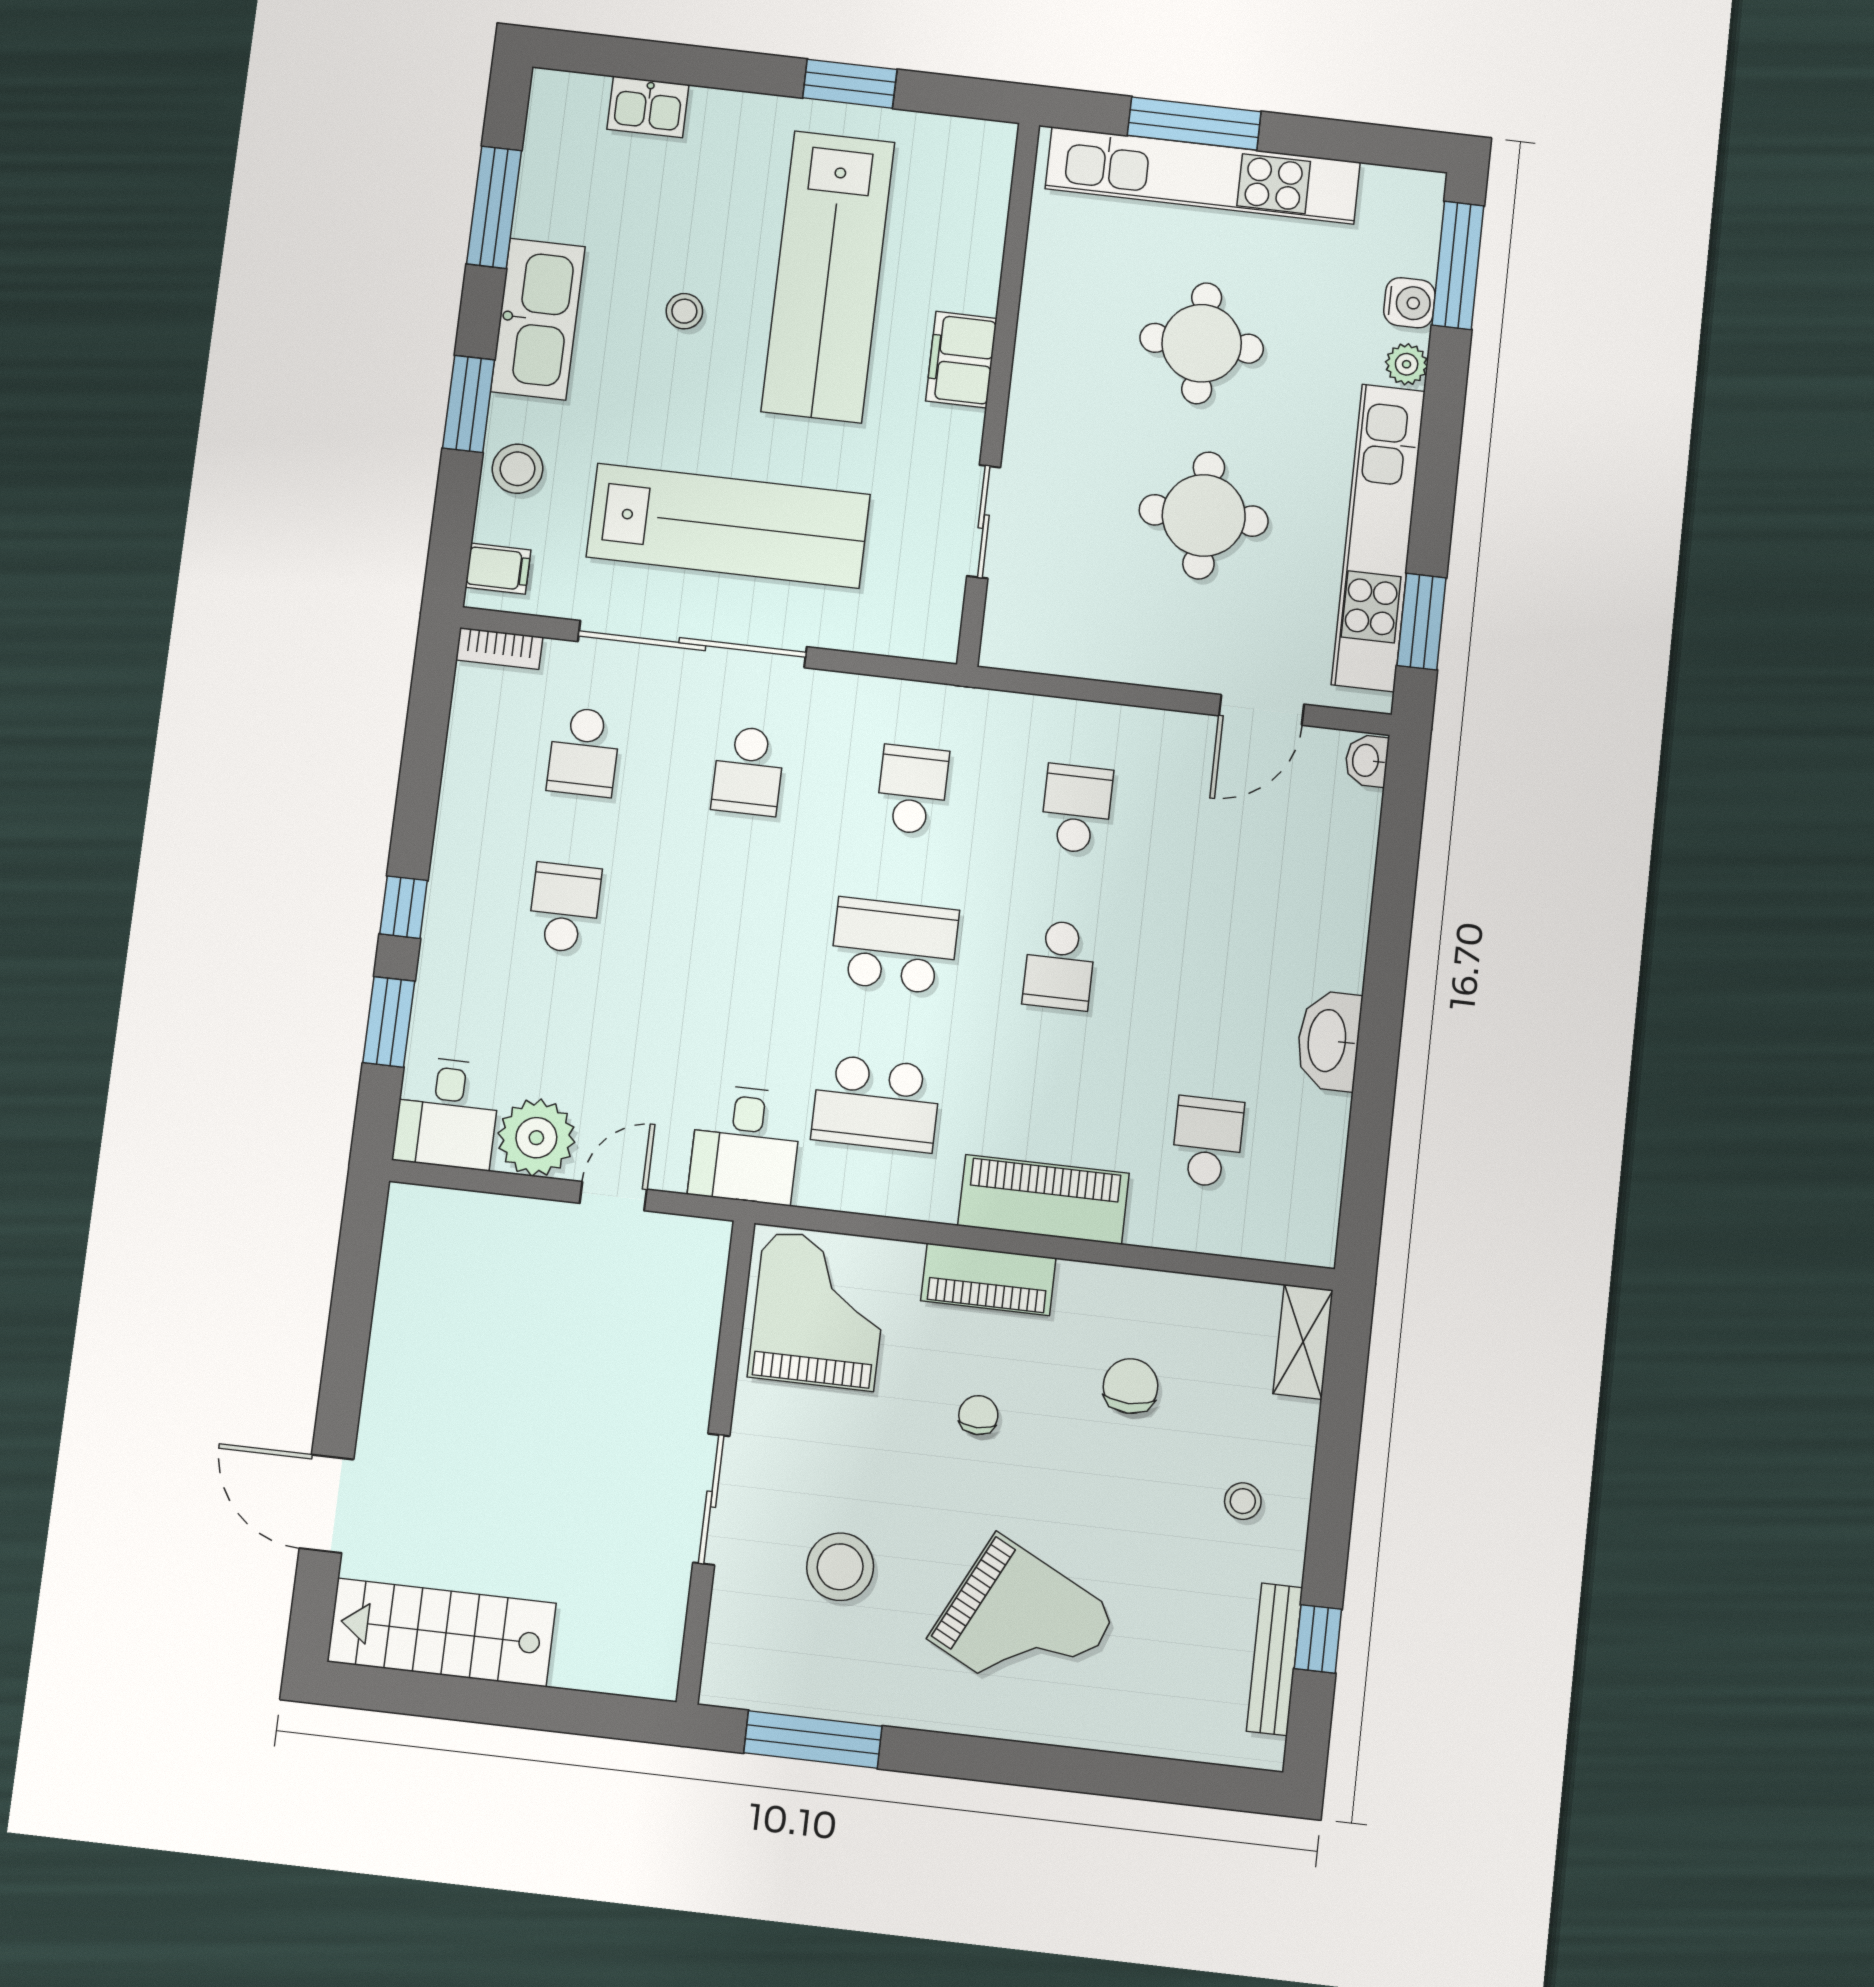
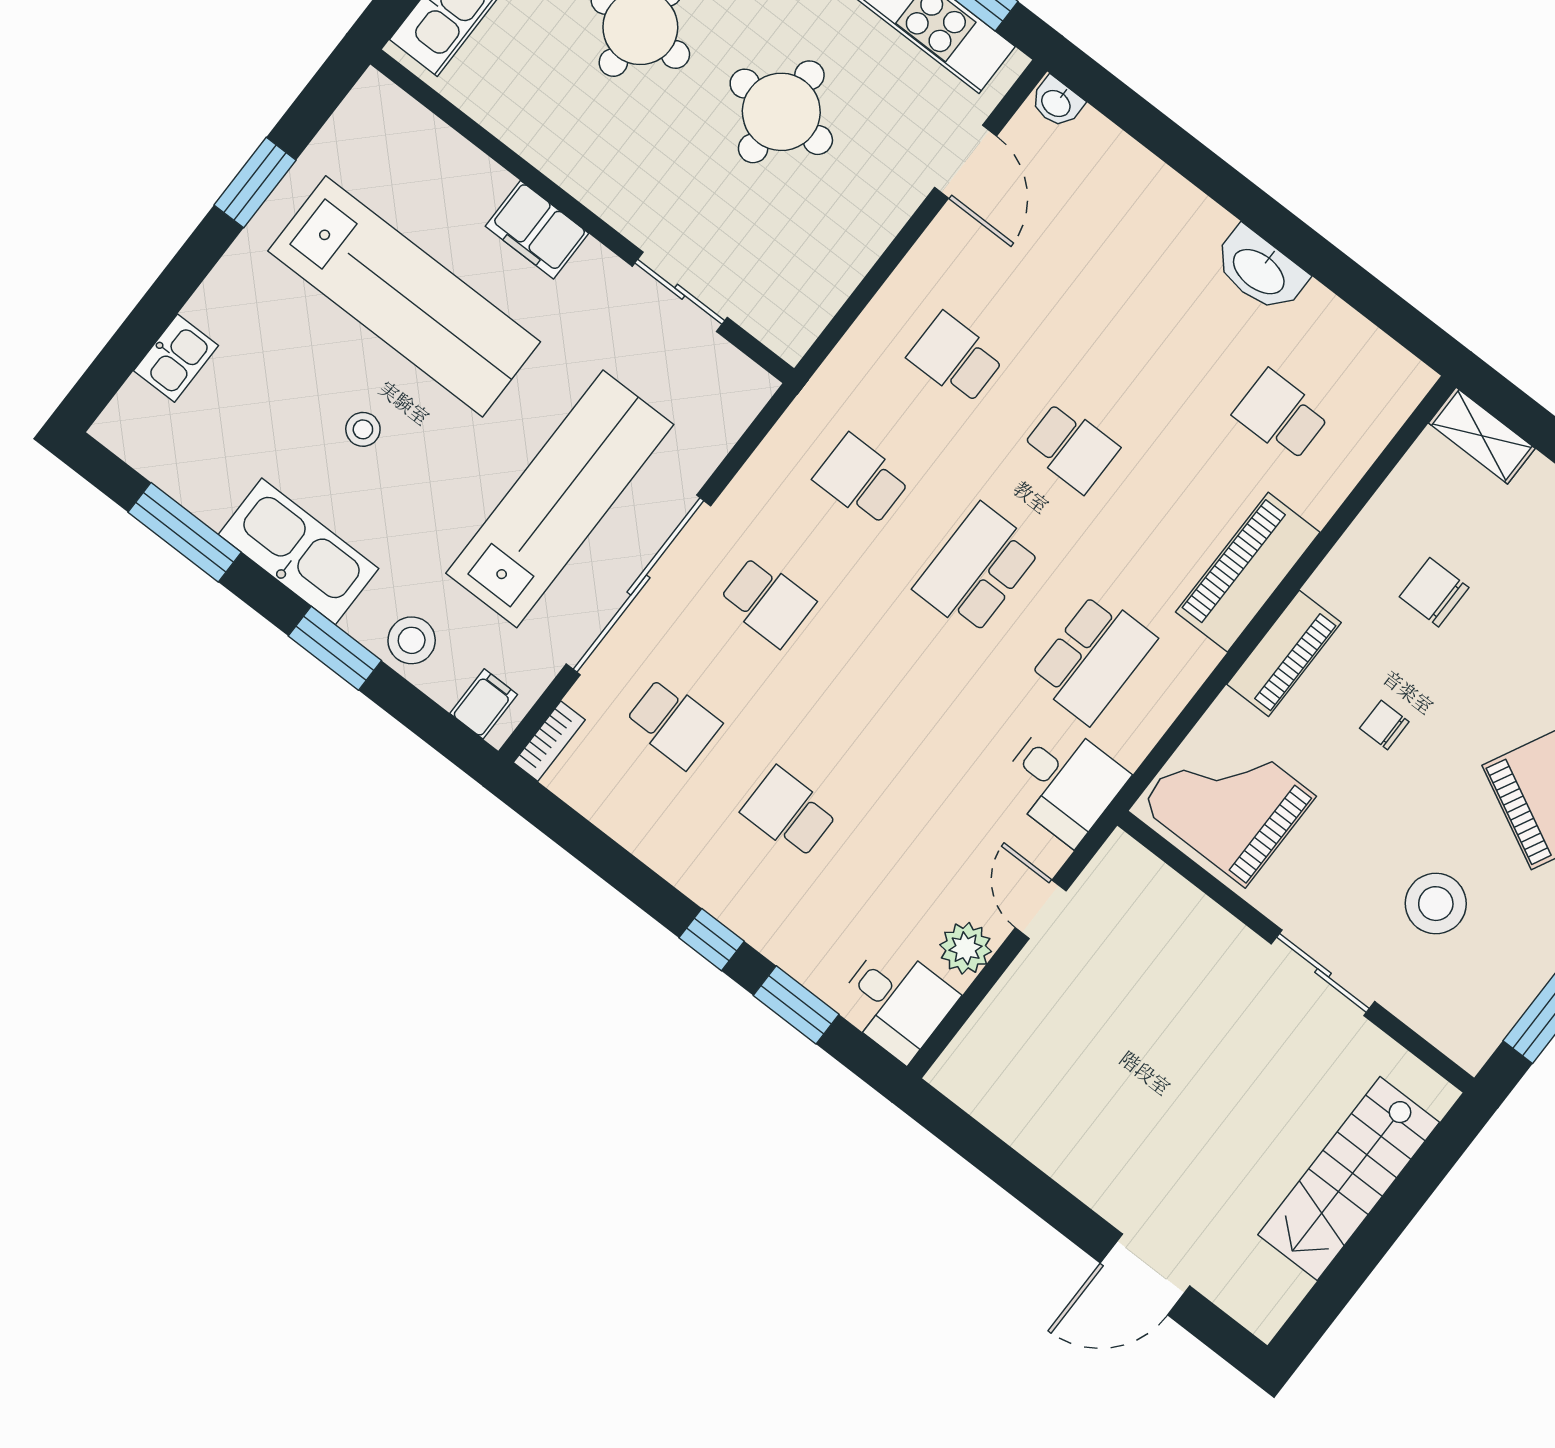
plant: (536, 1138) -> (966, 948), width x0.73, depth x0.73
stairs: (442, 1633) -> (1349, 1178), moved

